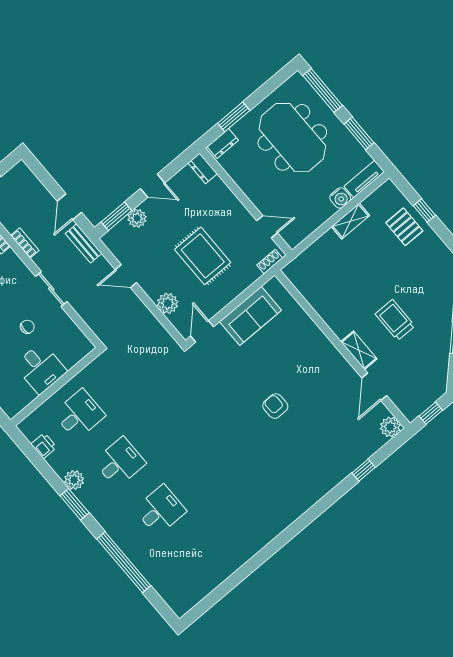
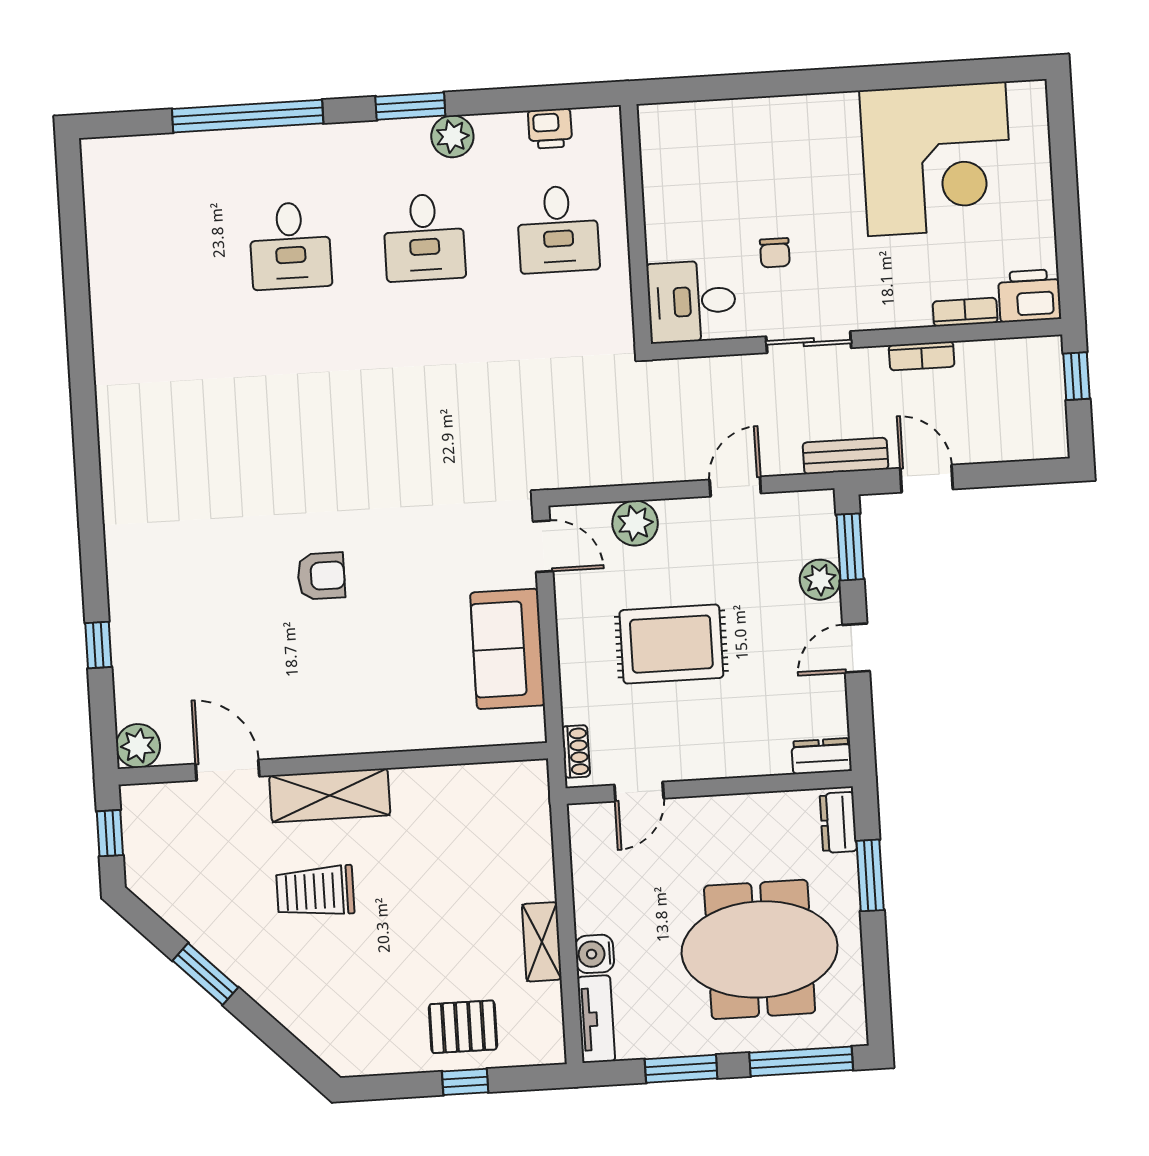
trolley: (395, 320) -> (315, 891), turned 180
shelving: (359, 350) -> (330, 795), width x1.50, depth x1.33
desk: (41, 368) -> (692, 301), moved

